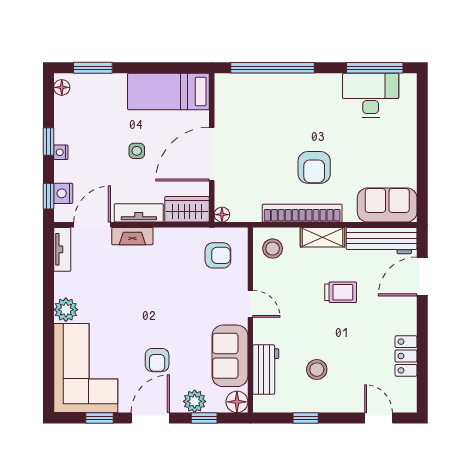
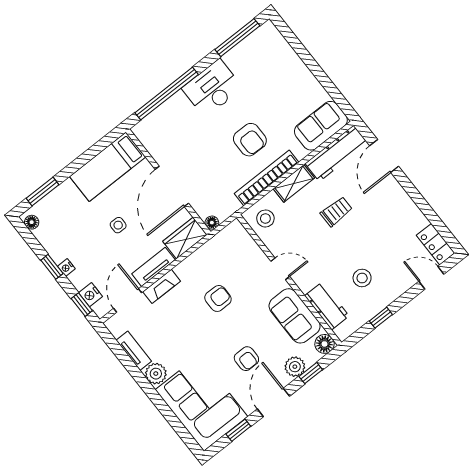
desk: (371, 95) -> (212, 88), moved
tv unit: (62, 249) -> (134, 351), moved
armchair: (218, 255) -> (218, 298), moved
locker: (406, 356) -> (436, 244), moved

